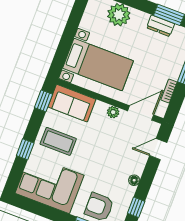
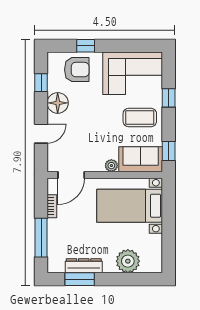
dresser: (161, 26) -> (84, 266), width x1.44
plant: (113, 112) -> (111, 166), moved
door: (158, 149) -> (41, 134), moved
floor lamp: (134, 180) -> (58, 103), width x1.89, depth x1.89

